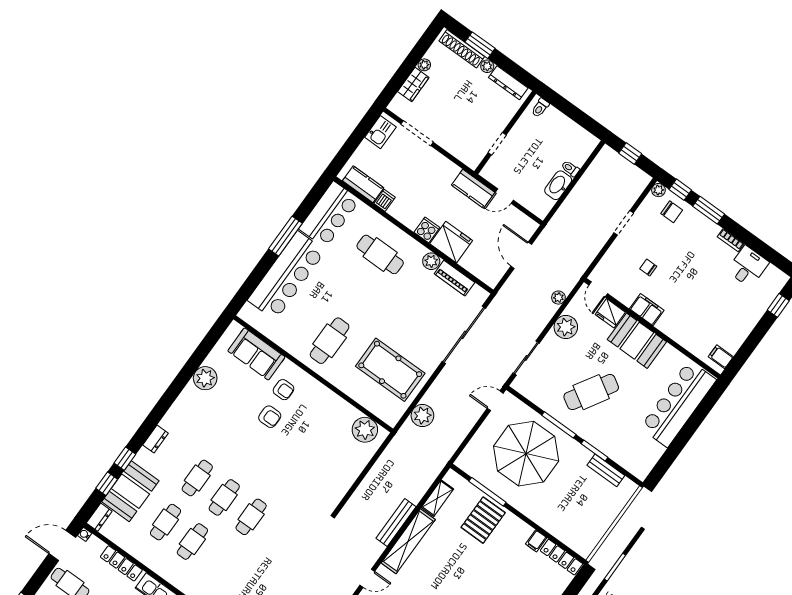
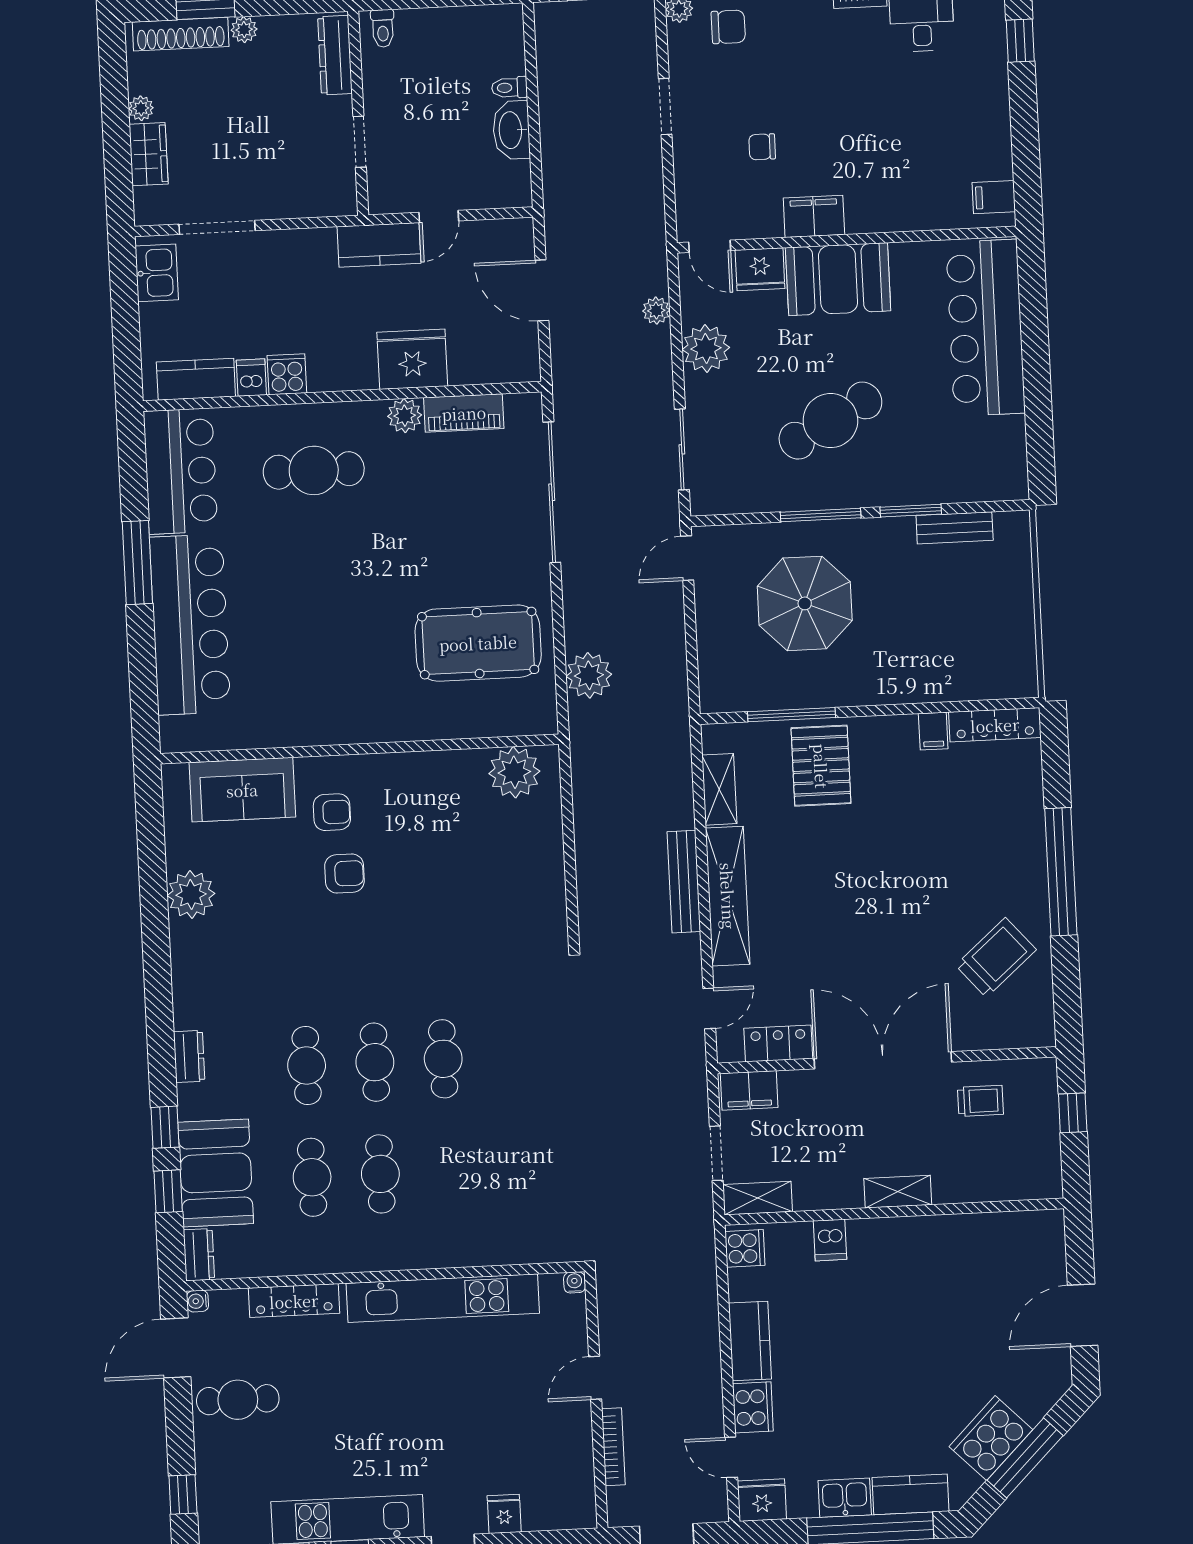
dresser: (508, 83) -> (335, 55), moved, turned 90
cooker: (427, 230) -> (287, 374), moved
cafe table: (330, 341) -> (343, 674), removed
cafe table: (591, 392) -> (830, 421), turned 31
parasol: (526, 454) -> (805, 603), width x0.73, depth x0.73

